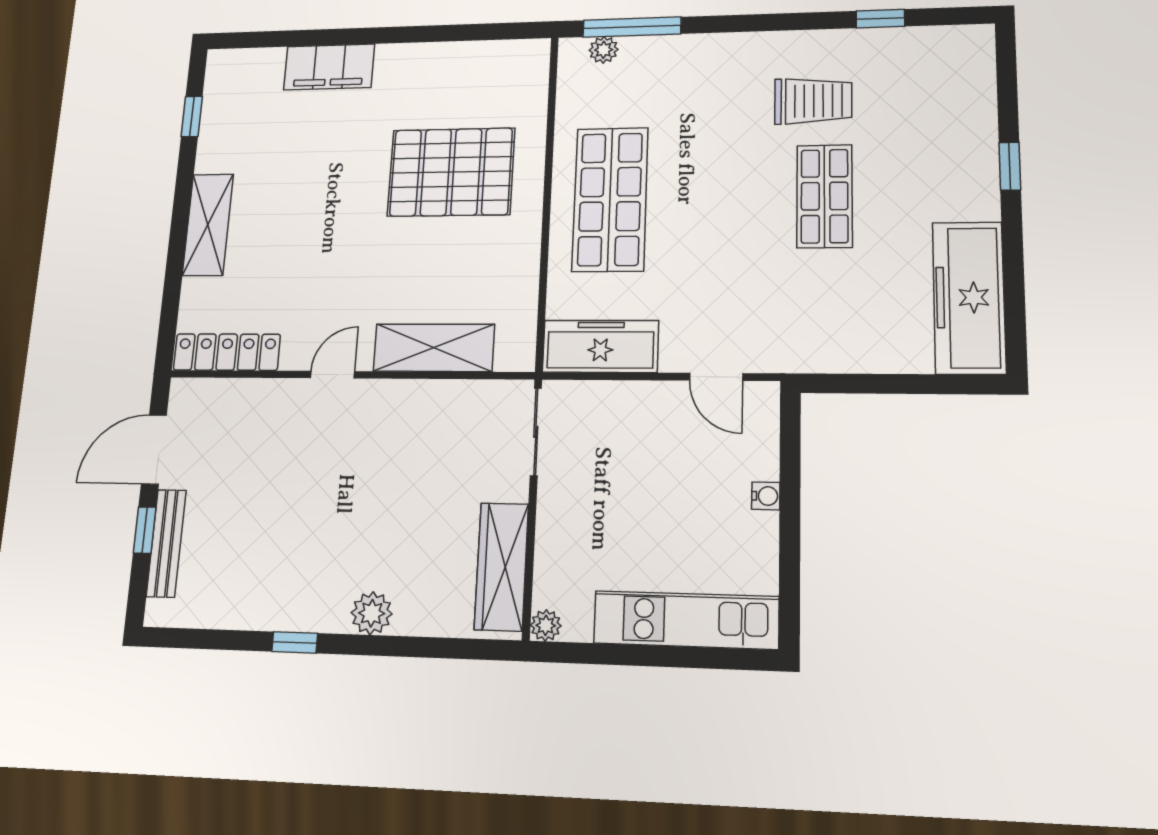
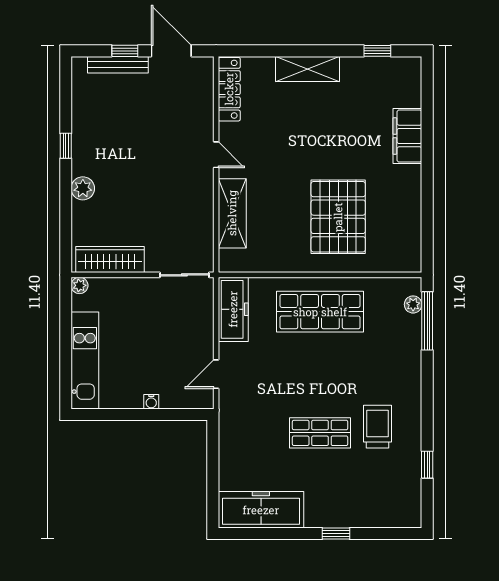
trolley: (813, 101) -> (377, 427), turned 180

